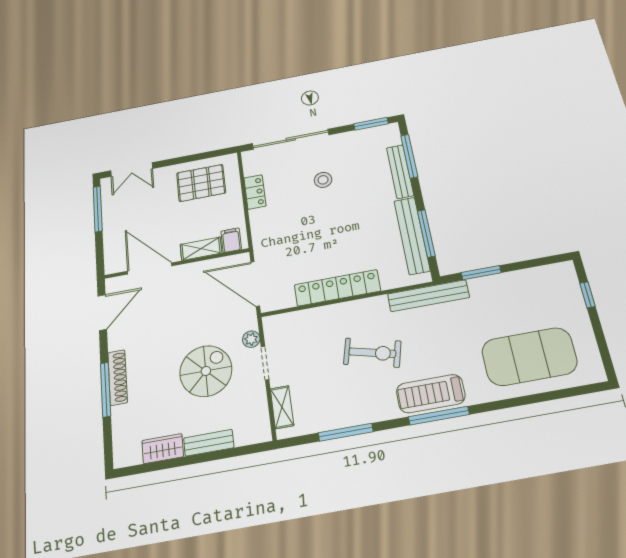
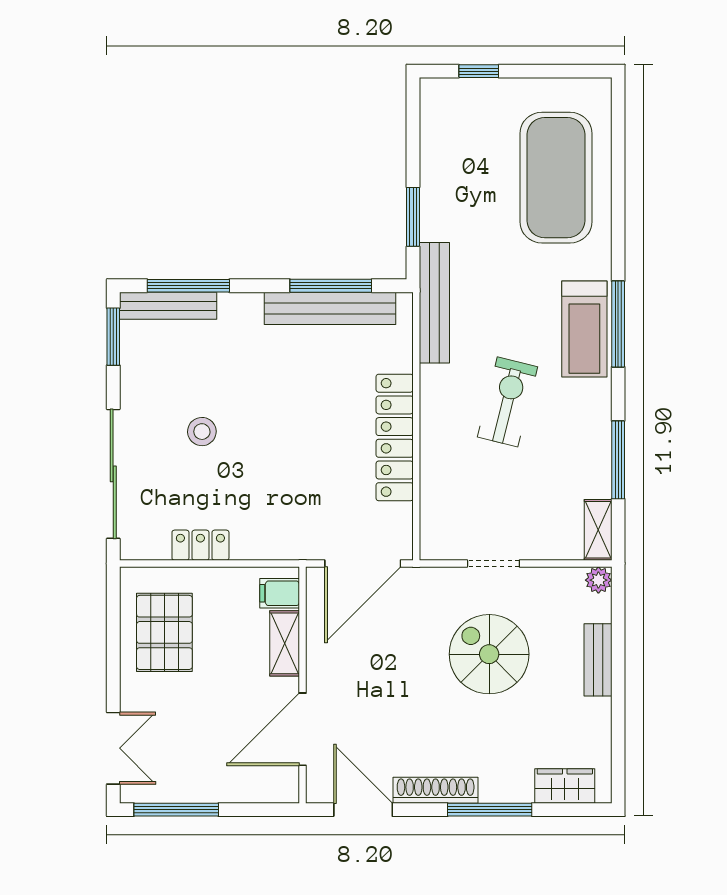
bench: (400, 172) -> (168, 306), moved
plant: (251, 339) -> (598, 580), moved
shoe rack: (118, 377) -> (436, 790), moved
shelving: (282, 407) -> (598, 530), moved, turned 90
wardrobe: (163, 449) -> (565, 786), moved, turned 90

